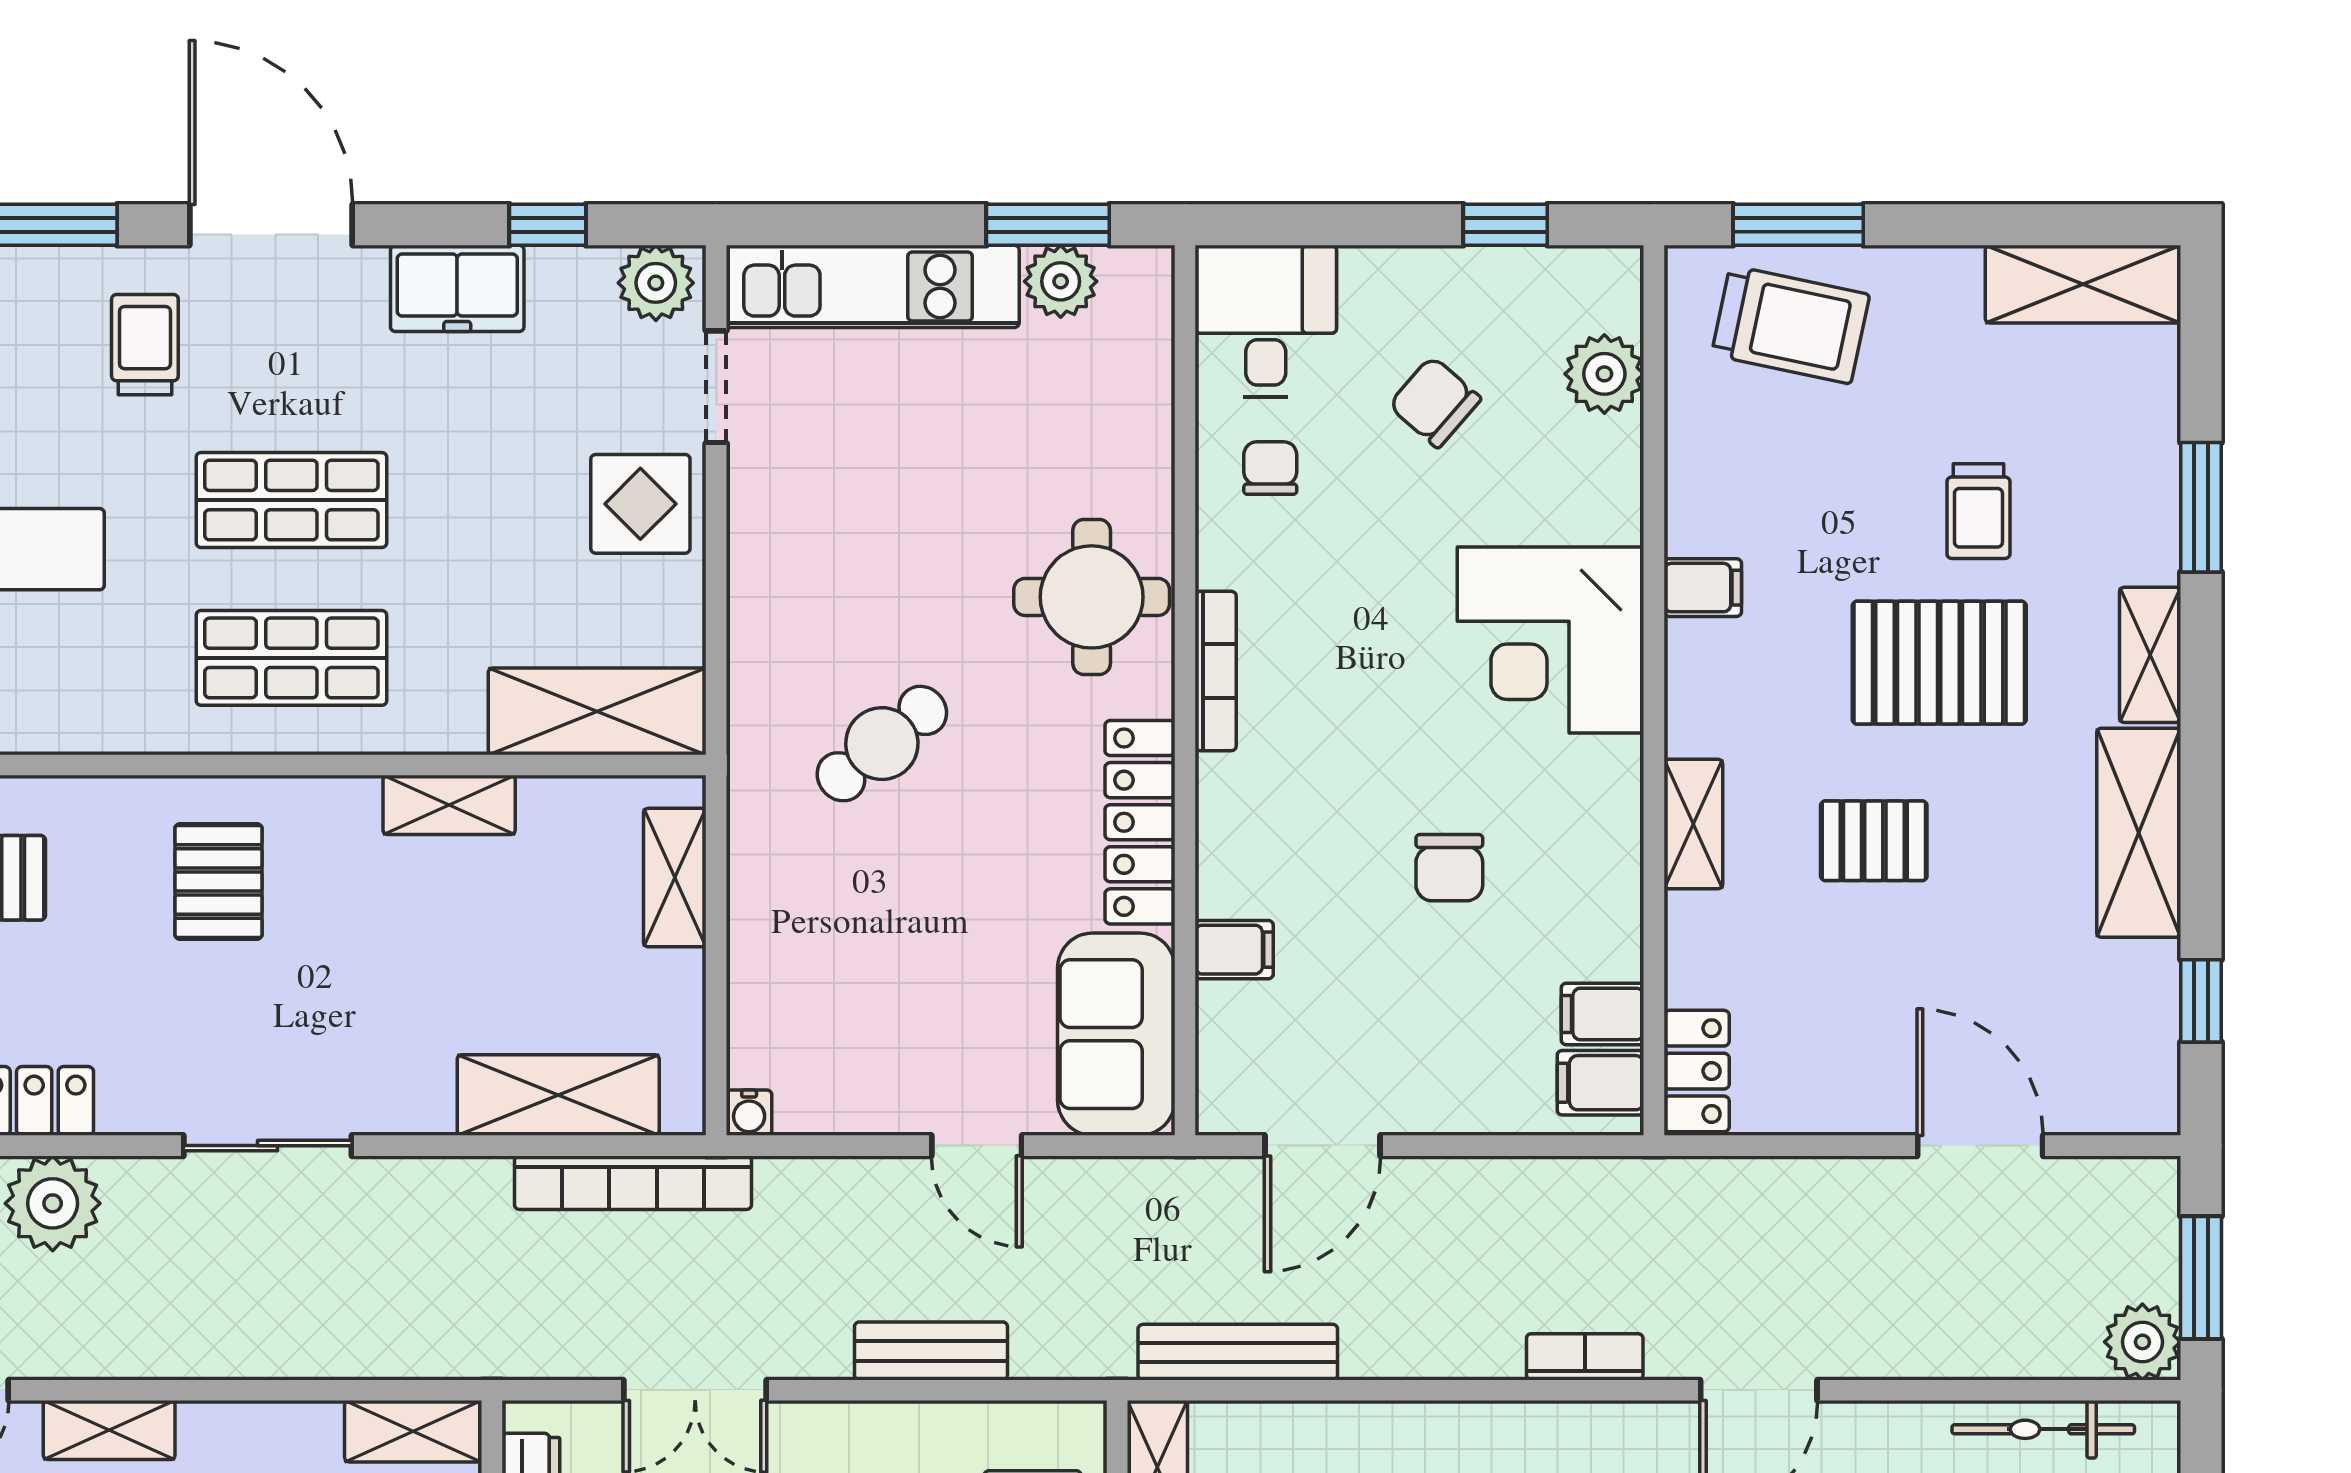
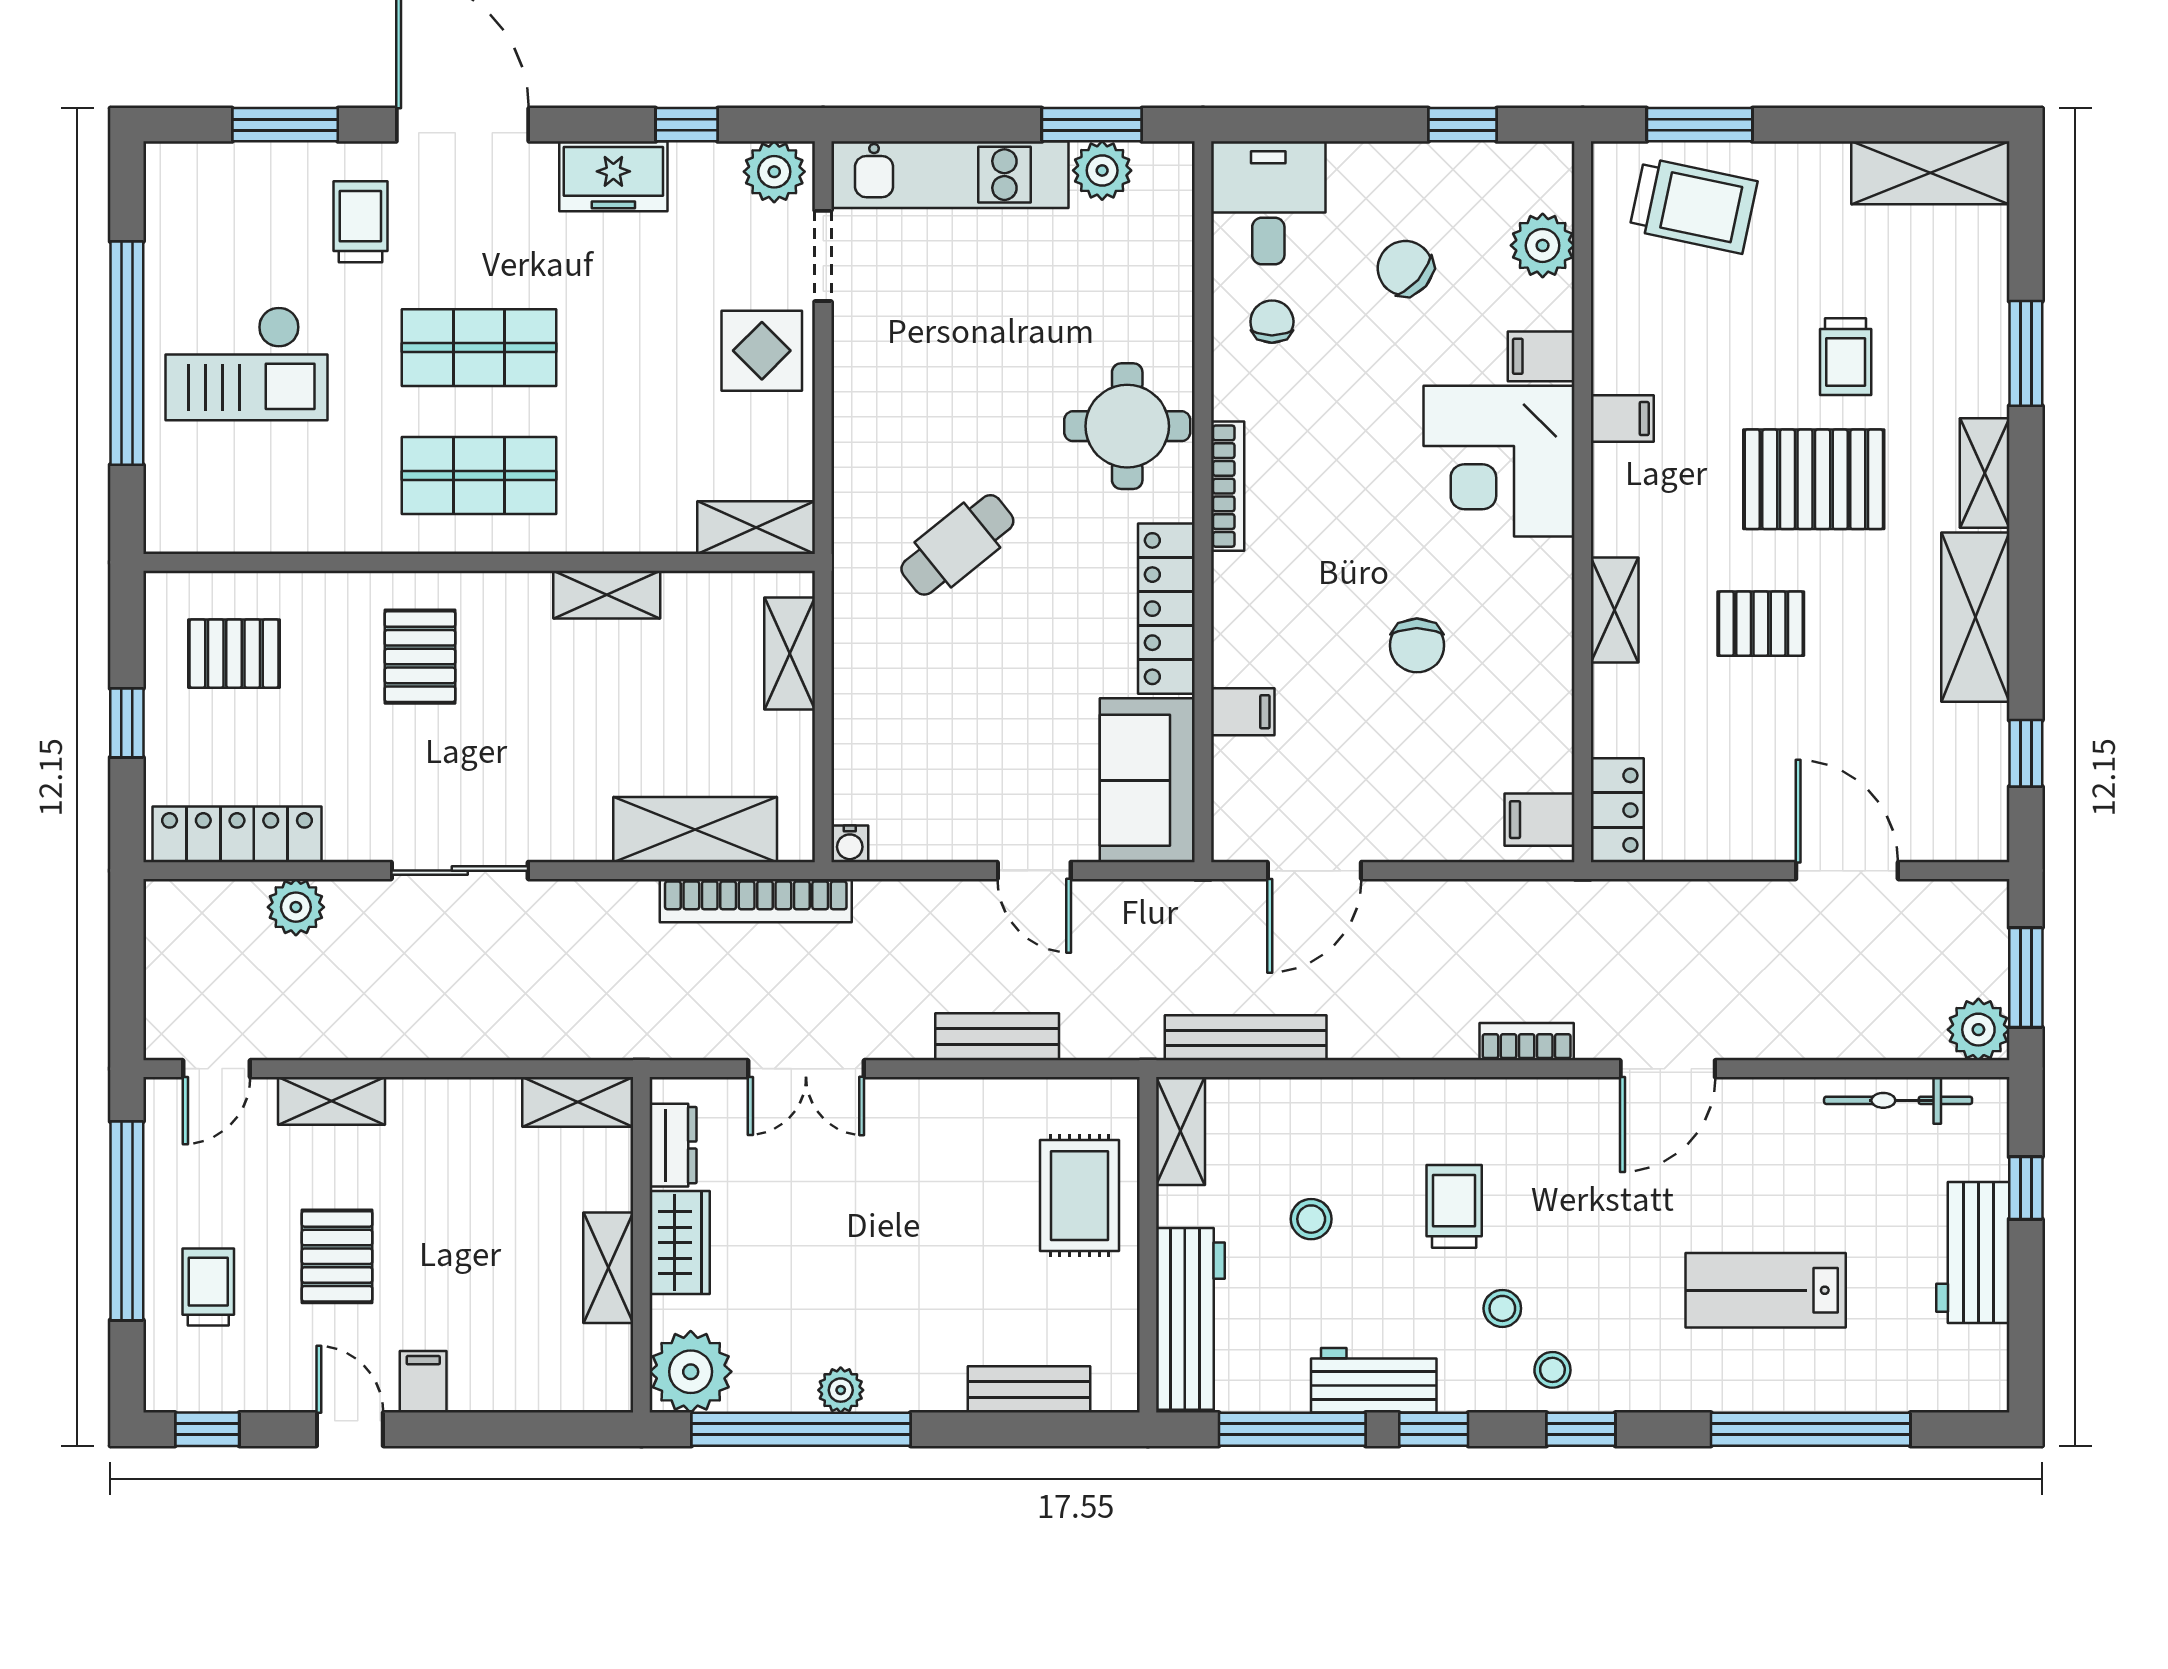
shelving: (597, 711) -> (756, 528), width x0.67, depth x0.75
filing cabinet: (1603, 1014) -> (1541, 356), moved
plant: (53, 1203) -> (296, 907), width x0.73, depth x0.73

